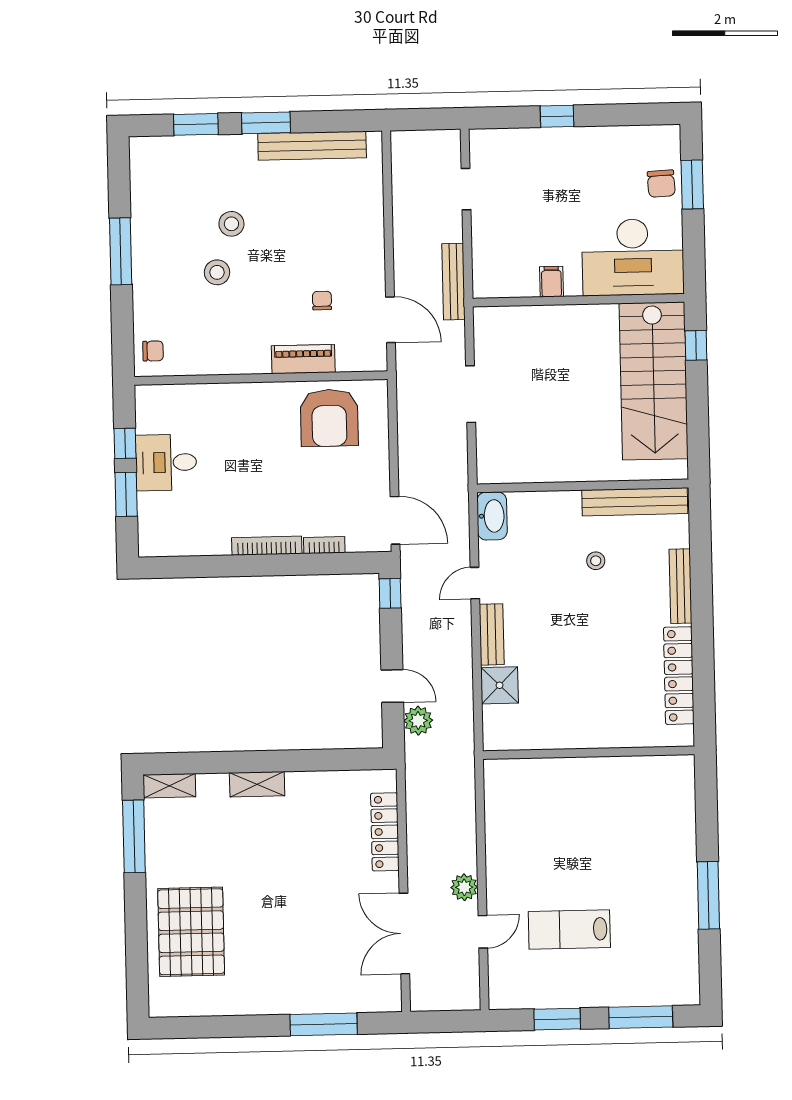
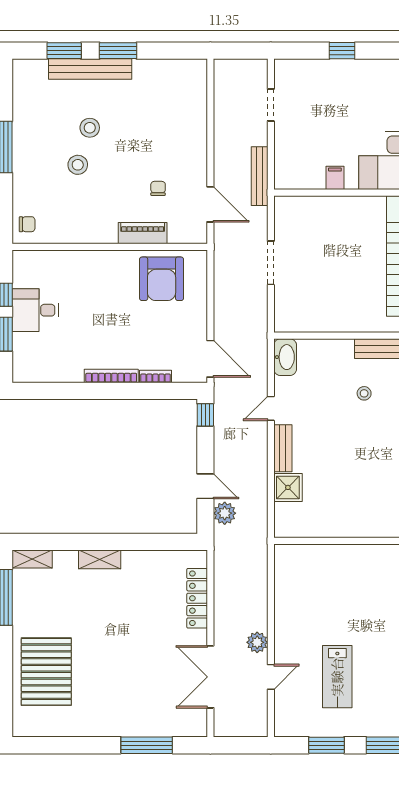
bench: (312, 146) -> (90, 69), moved
lab bench: (569, 929) -> (337, 677), turned -90

